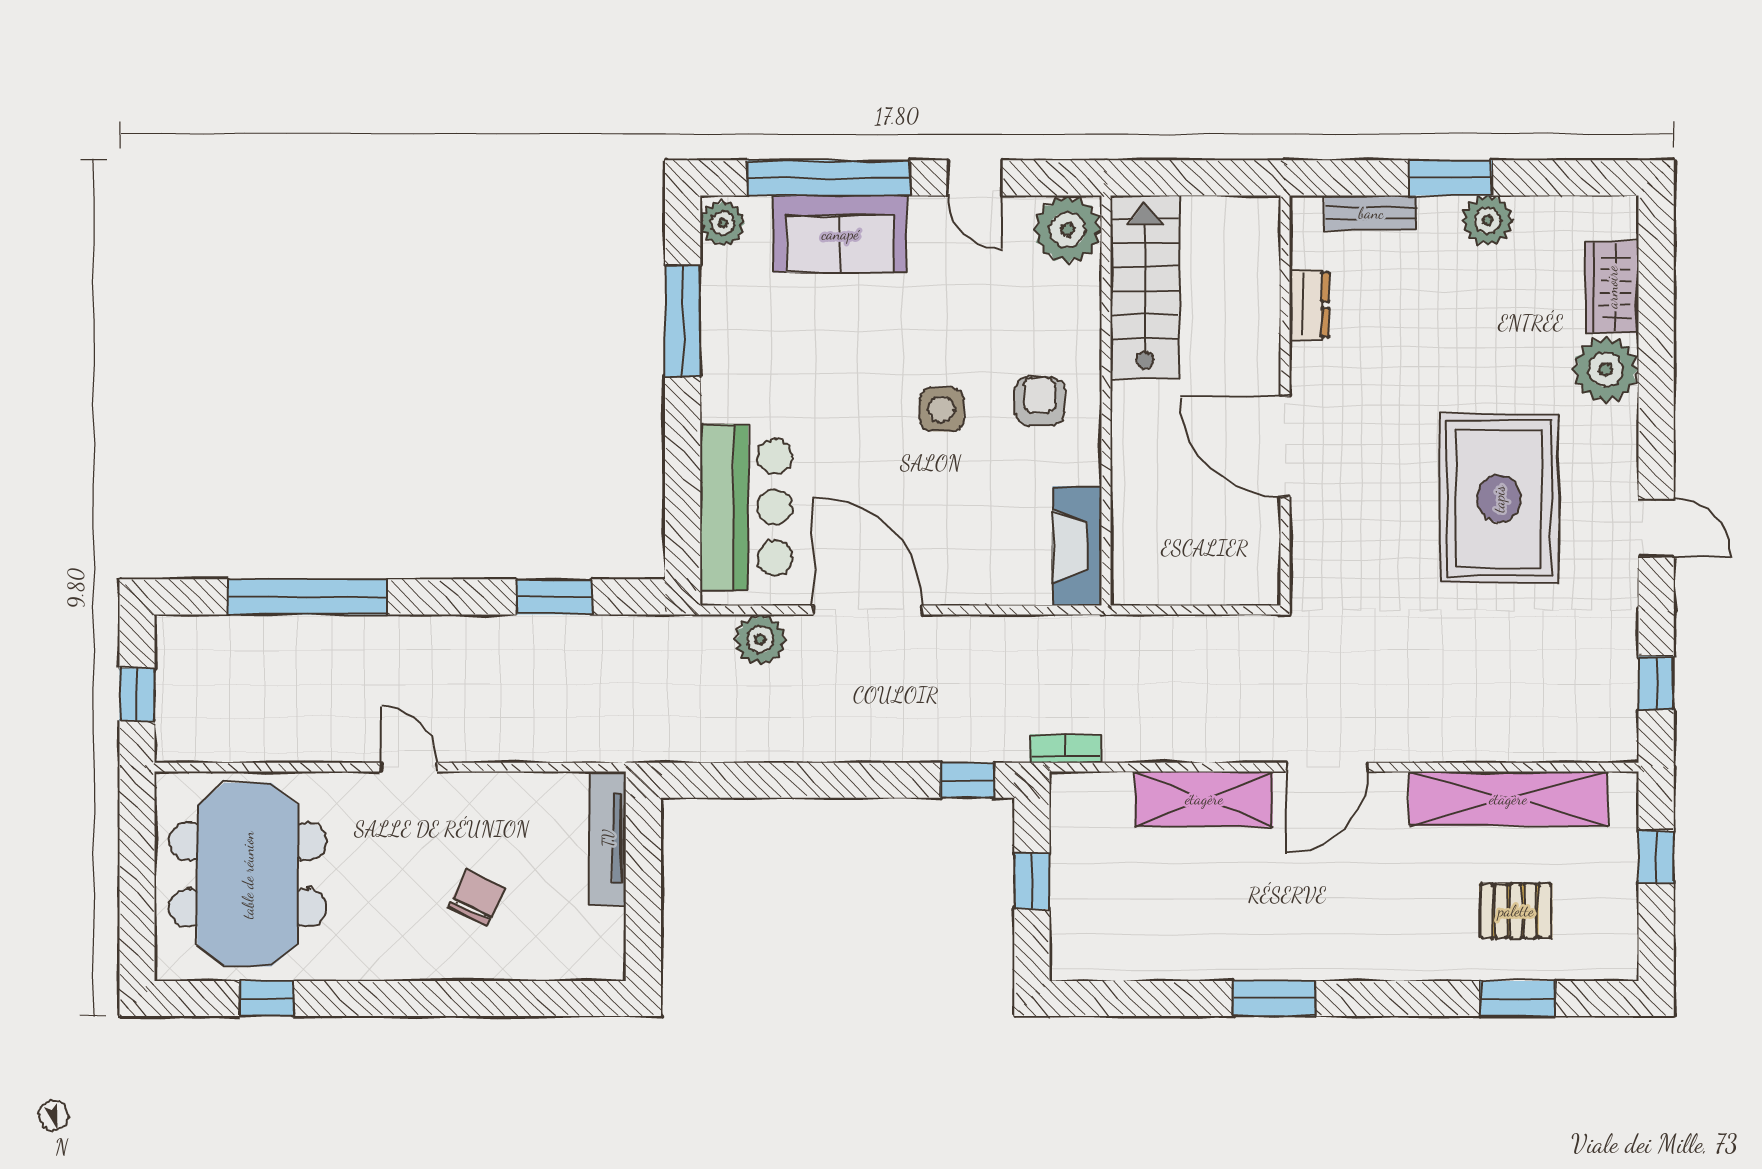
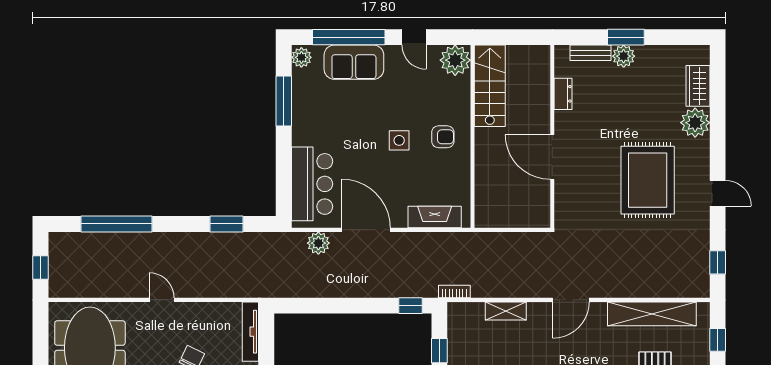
plant: (1488, 220) -> (624, 56), moved
armchair: (1040, 401) -> (443, 137), turned 90
fireplace: (1077, 546) -> (435, 217), moved, turned 90
shelving: (1204, 799) -> (506, 311), width x0.67, depth x0.75

